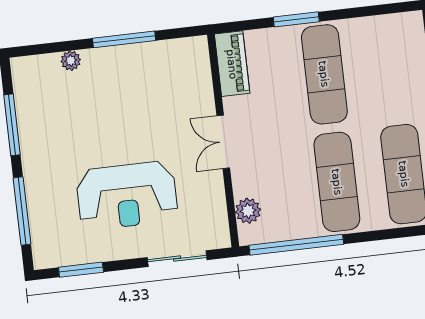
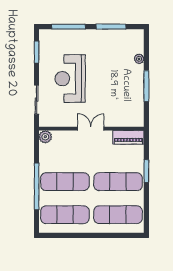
exercise mat: (391, 67) -> (118, 215), added
plant: (248, 211) -> (45, 137), moved
window: (296, 245) -> (37, 186), moved

